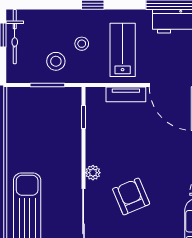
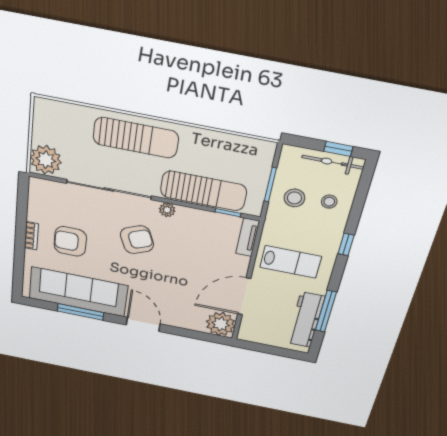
stool: (82, 44) -> (329, 202), moved
tv unit: (126, 94) -> (248, 237), moved
sun lounger: (66, 143) -> (203, 191), added

